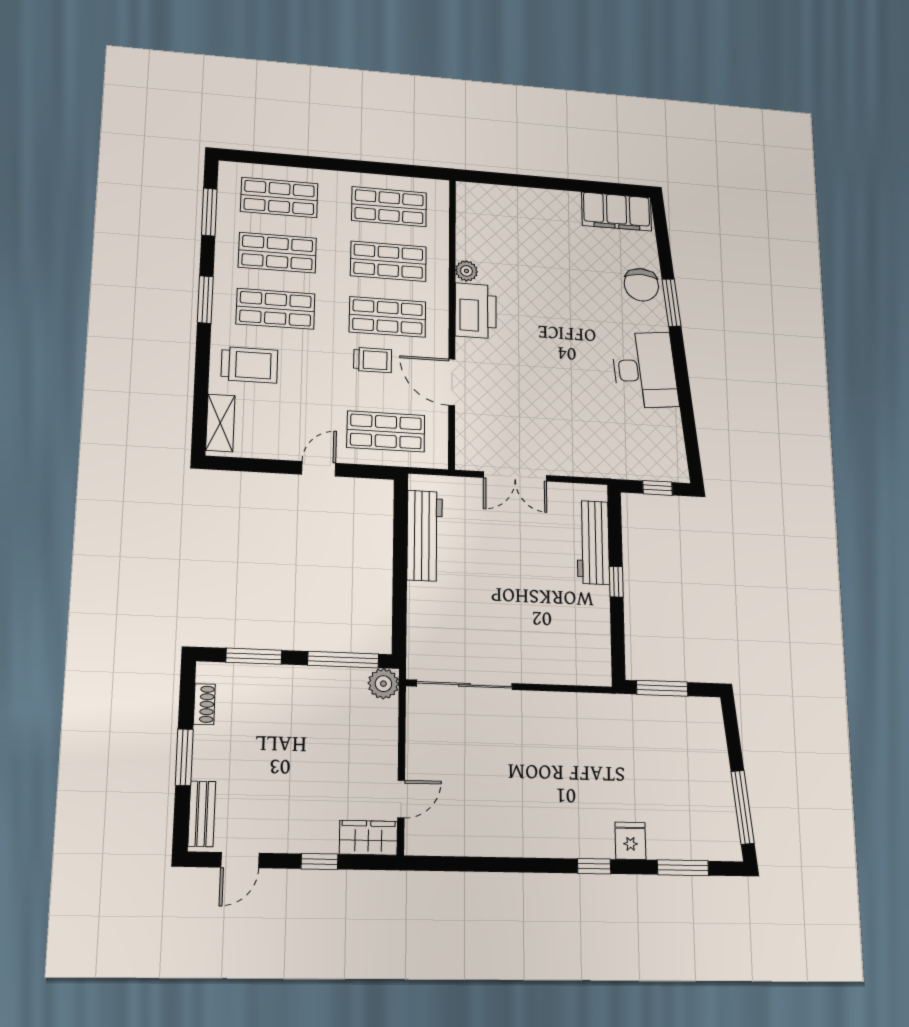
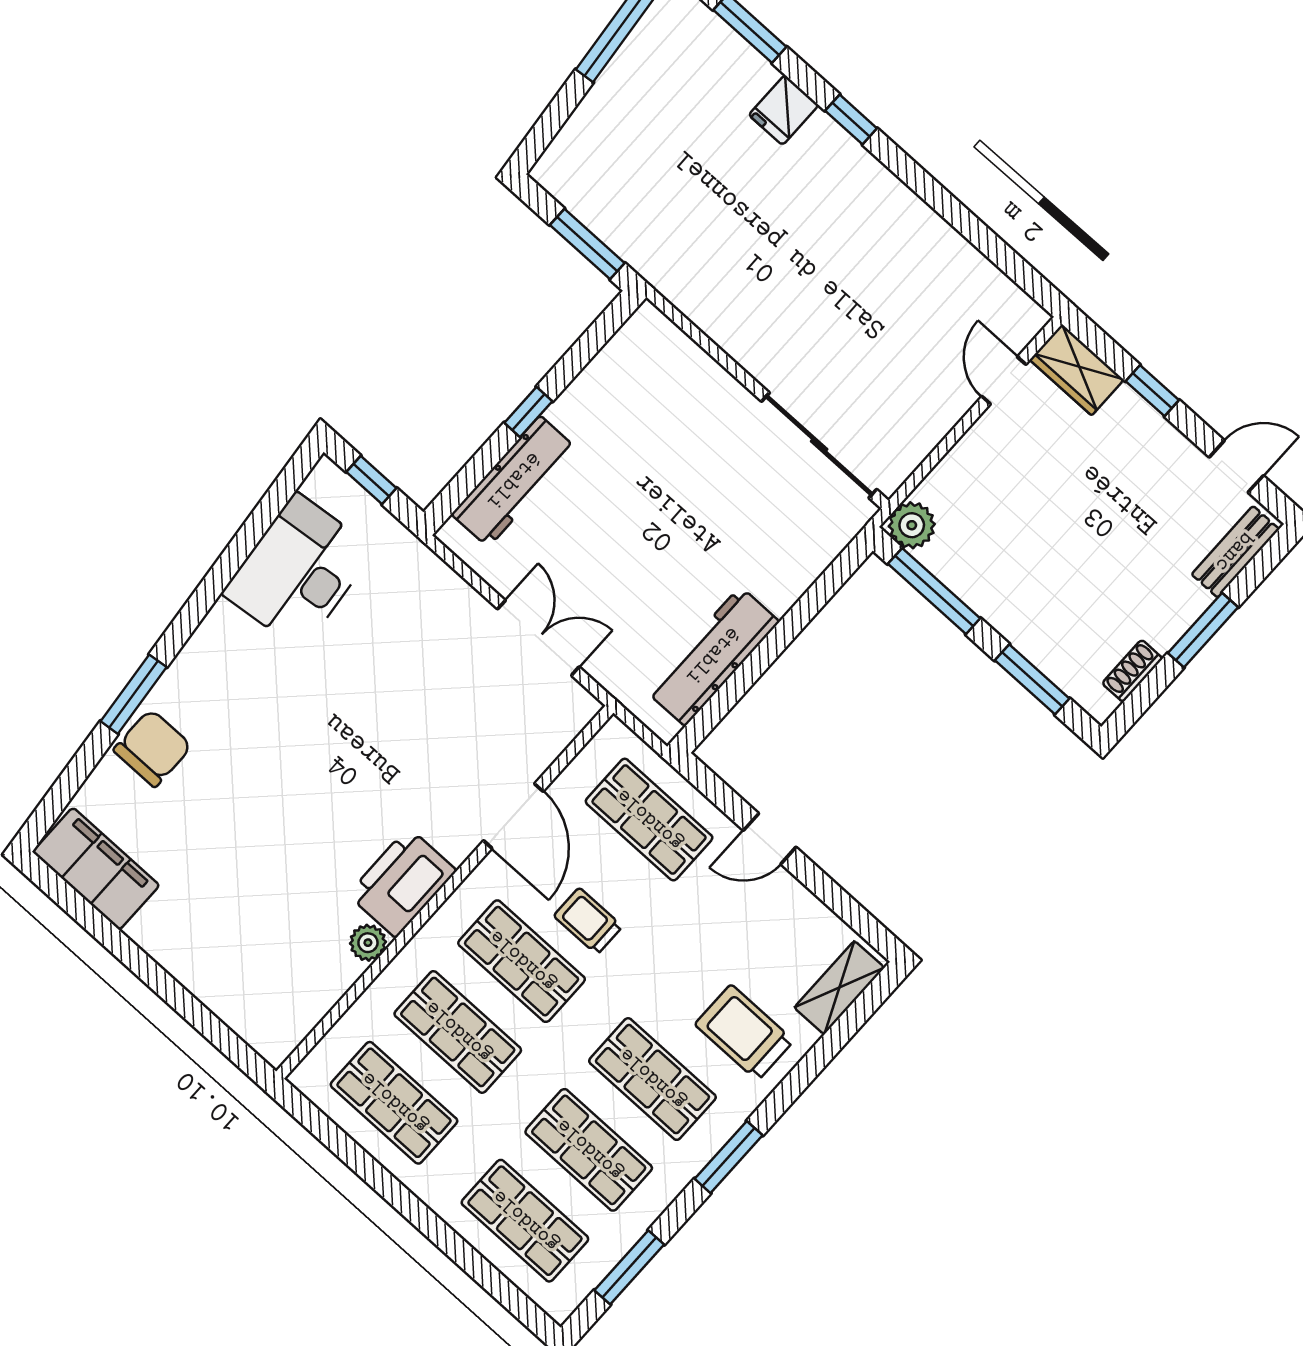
desk: (645, 370) -> (299, 571), moved
door: (401, 799) -> (1004, 380), hinge flipped

